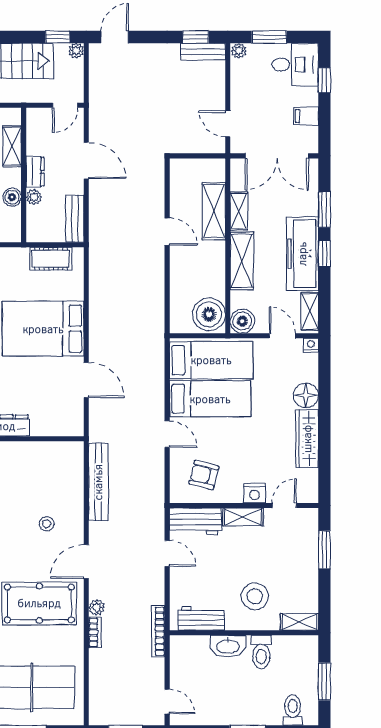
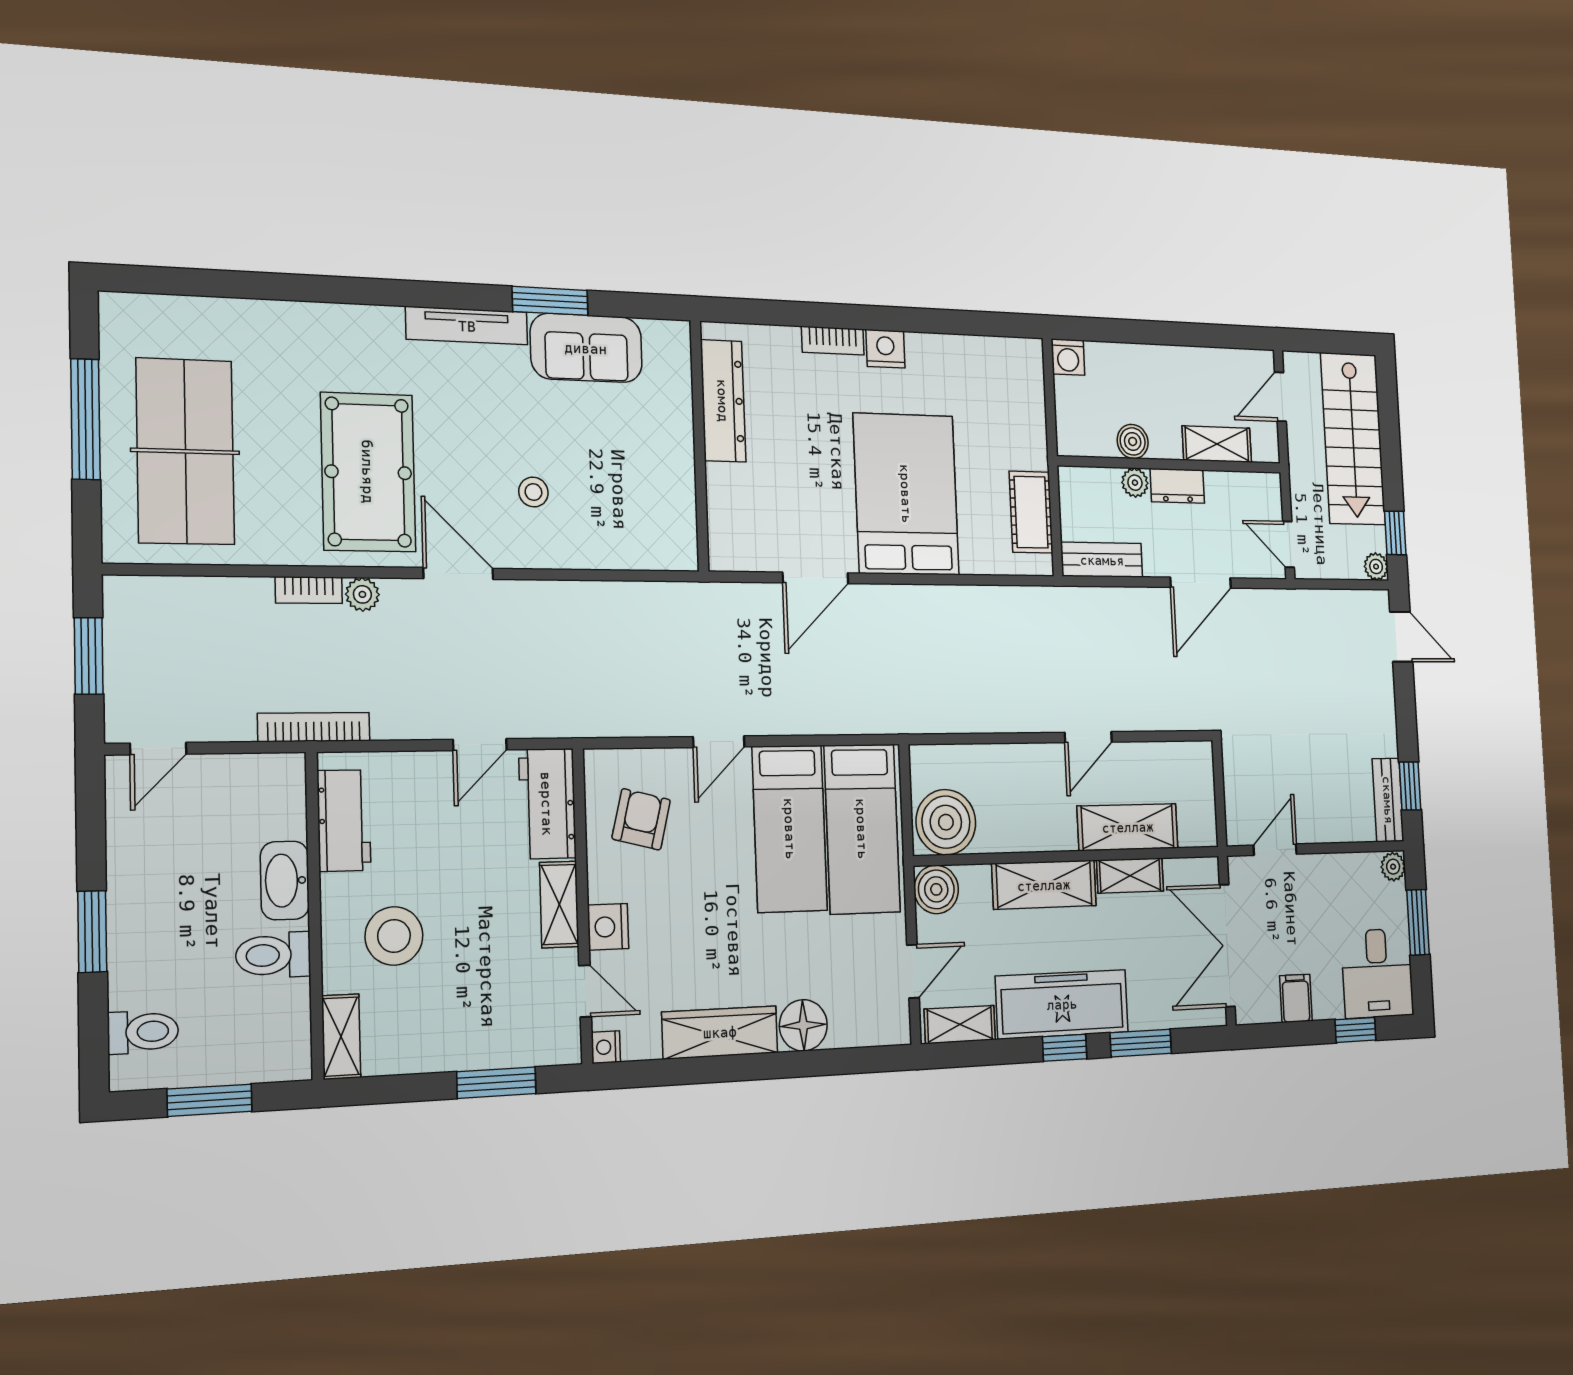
nightstand: (311, 345) -> (606, 1047), moved, turned 180
bench: (98, 482) -> (621, 600), removed

